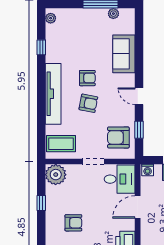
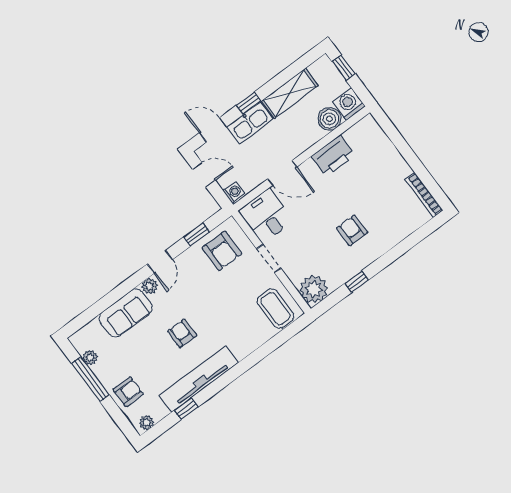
plant: (129, 80) -> (150, 286), added
tv unit: (53, 94) -> (198, 379), moved
armchair: (88, 103) -> (128, 392), moved, turned 79

